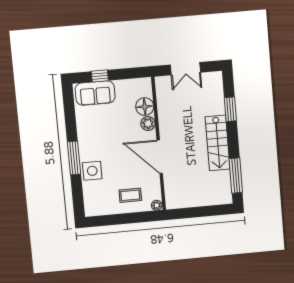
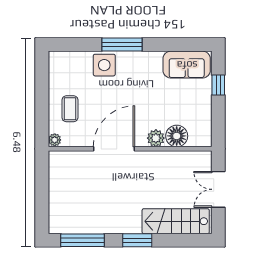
sofa: (95, 93) -> (187, 65), moved, turned -90
window: (230, 109) -> (137, 240), moved
stairs: (218, 143) -> (176, 221), moved

